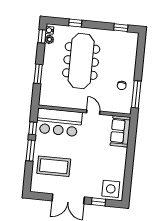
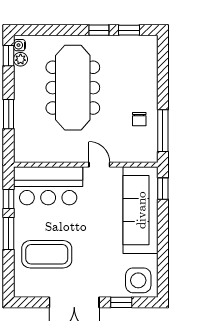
window: (75, 23) -> (99, 30), moved
sofa: (120, 131) -> (141, 210), width x1.85, depth x1.27
window: (132, 132) -> (163, 189), added

